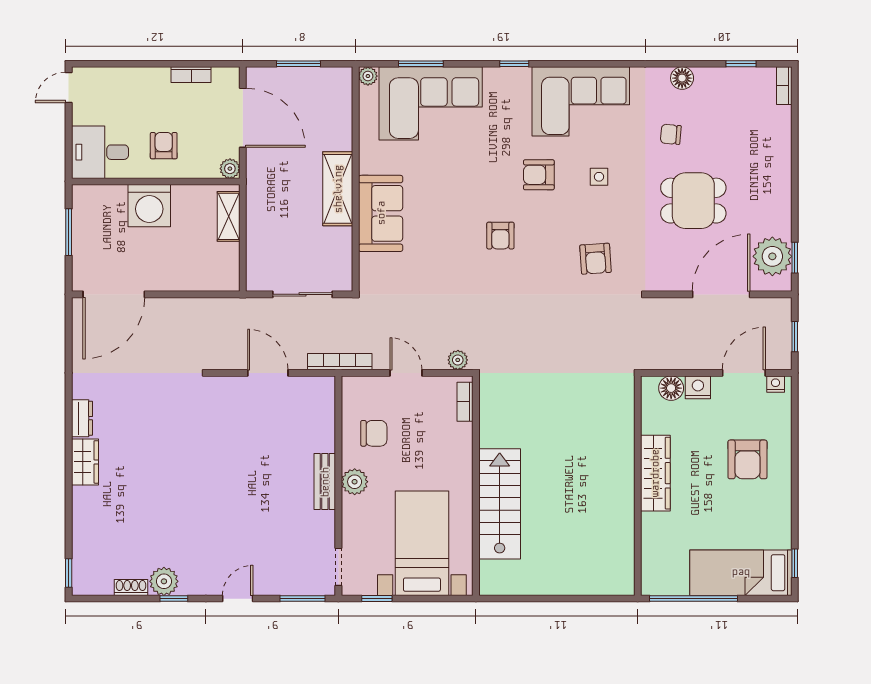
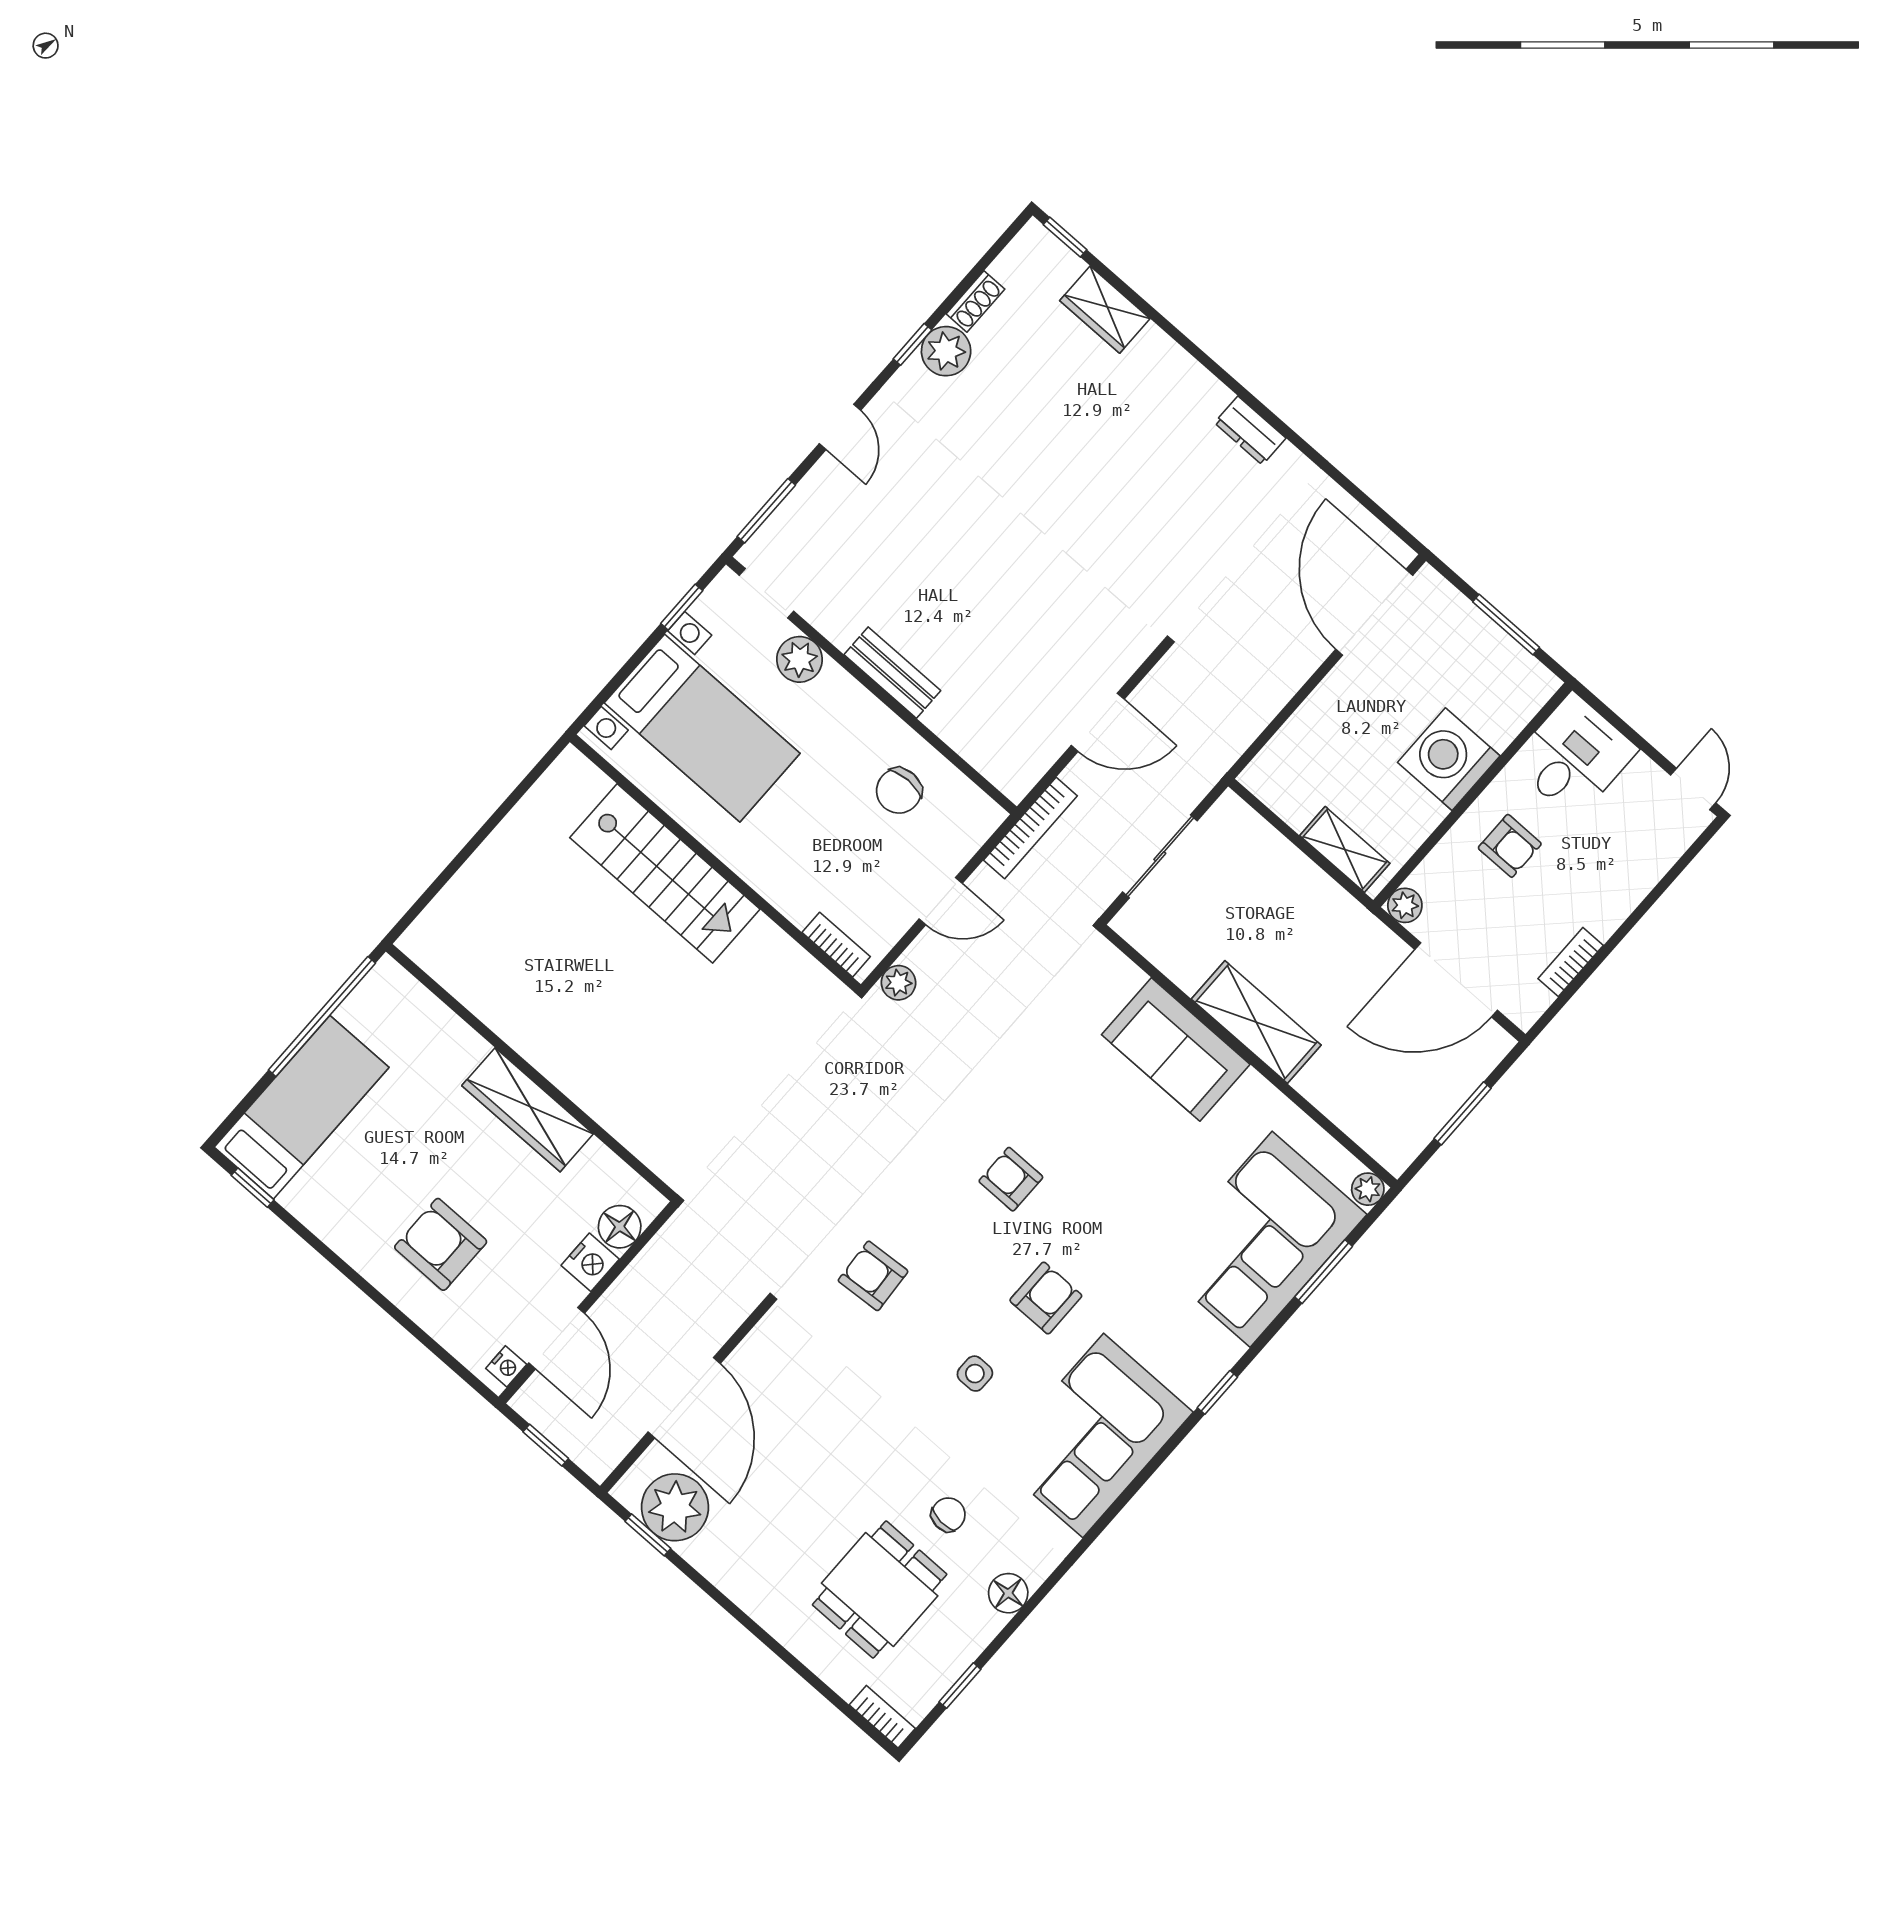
dining table: (693, 201) -> (880, 1589), moved
wardrobe: (85, 462) -> (1105, 310), moved
plant: (355, 482) -> (800, 659), moved

